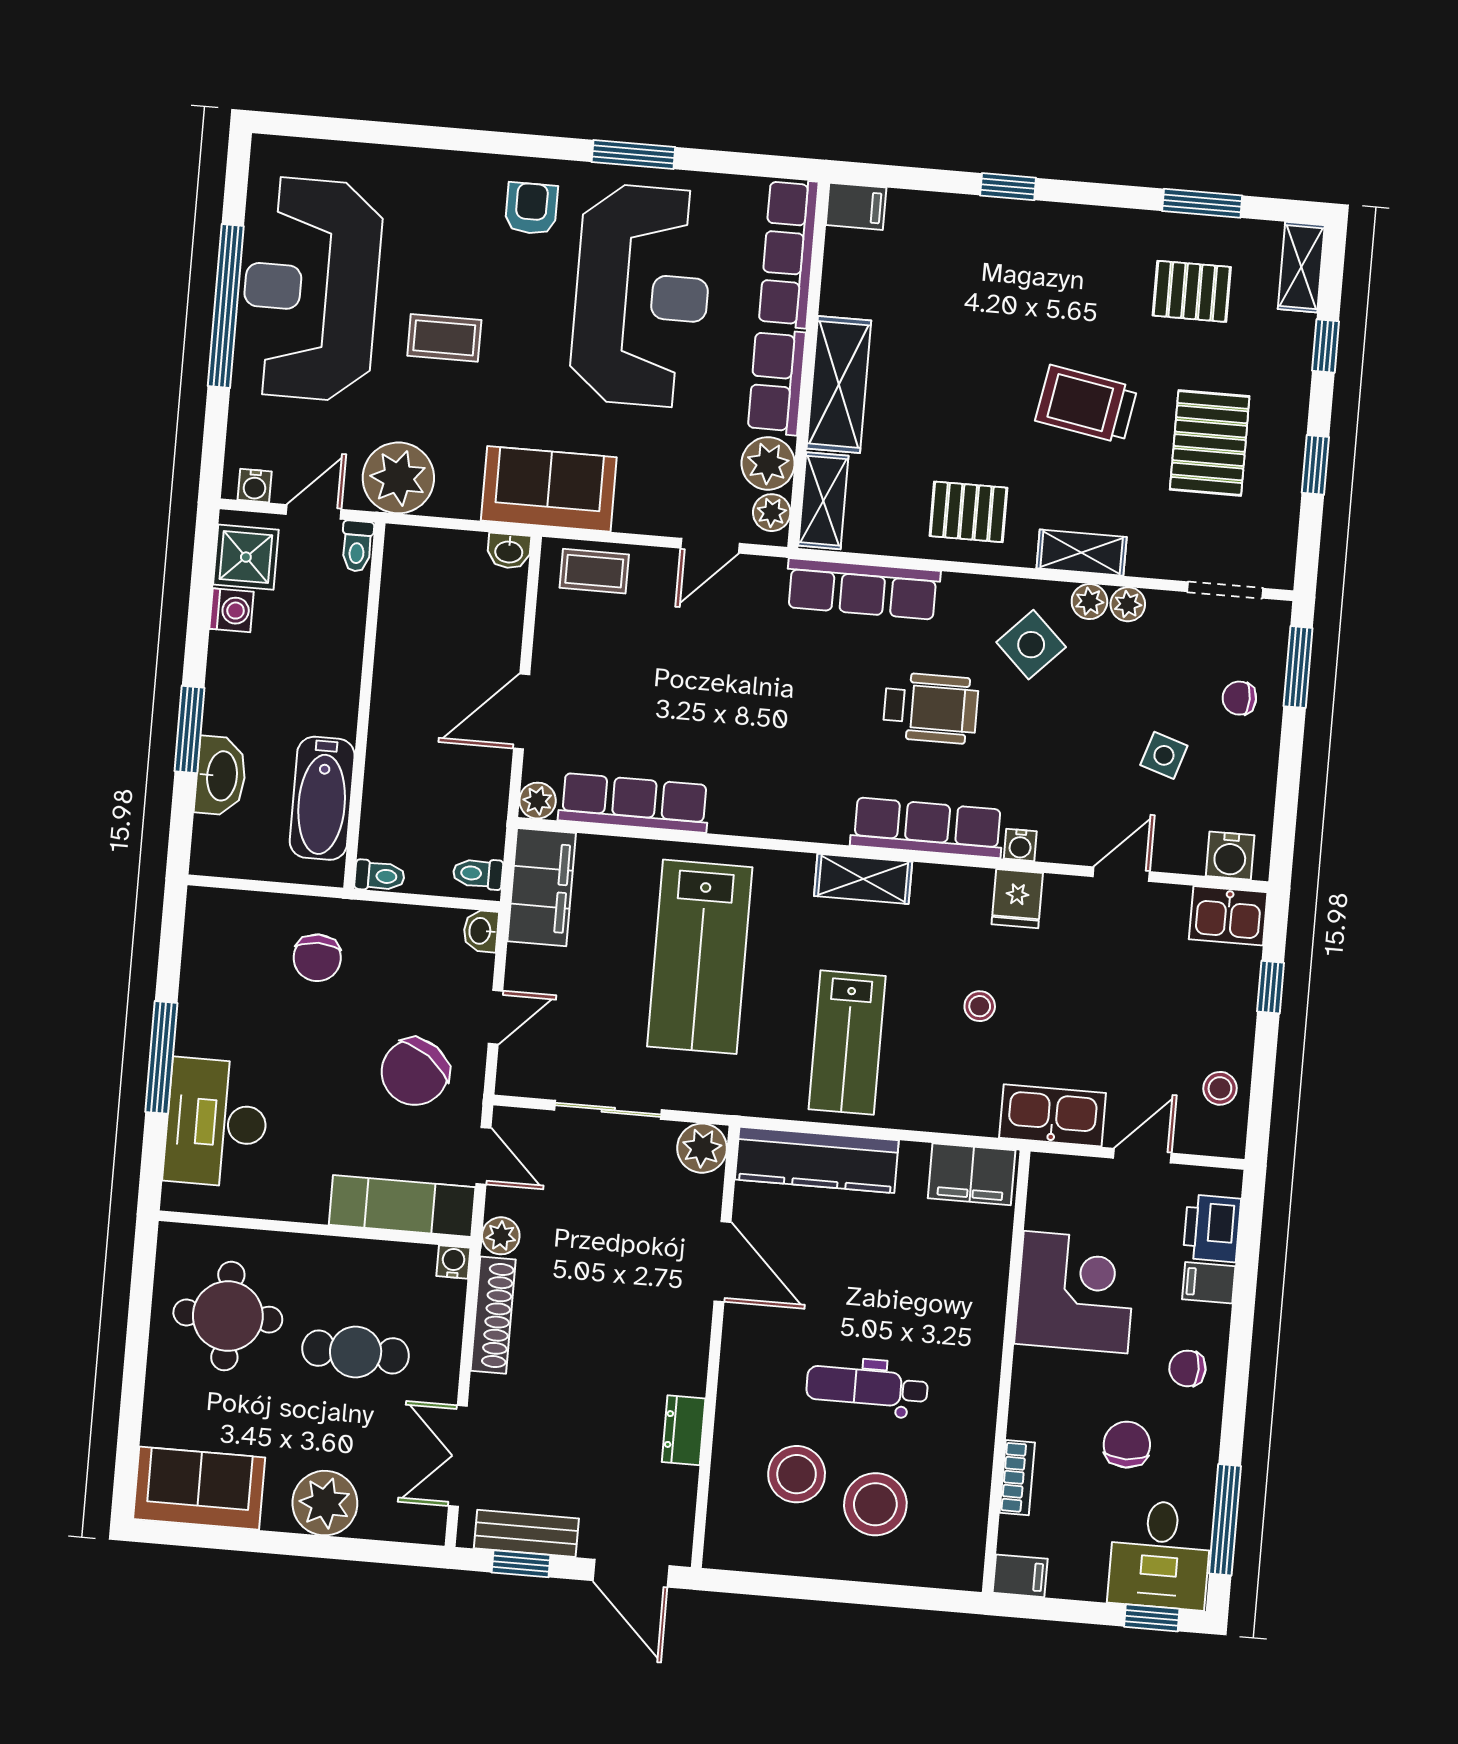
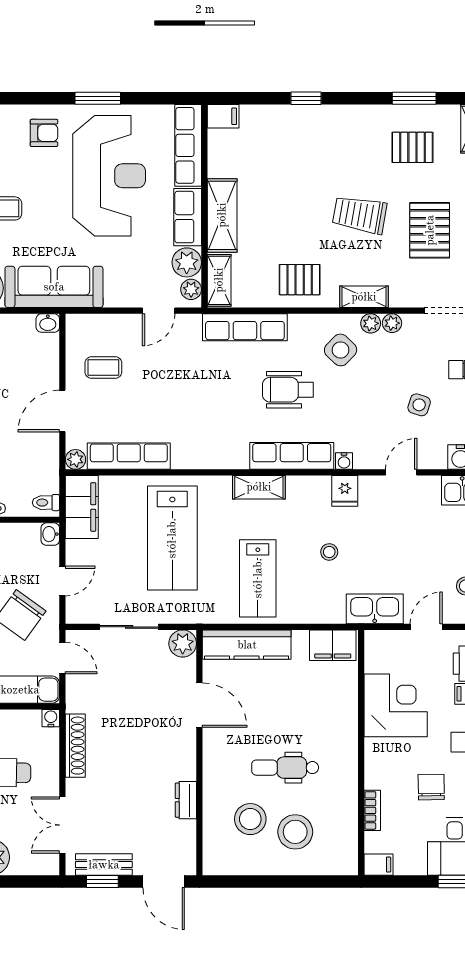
armchair: (531, 209) -> (44, 133), turned 90
sofa: (549, 489) -> (54, 287), width x1.36
coffee table: (594, 571) -> (103, 368), moved
wheelchair: (931, 708) -> (288, 390), turned 180
plant: (501, 1236) -> (76, 701), removed

